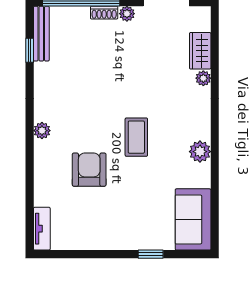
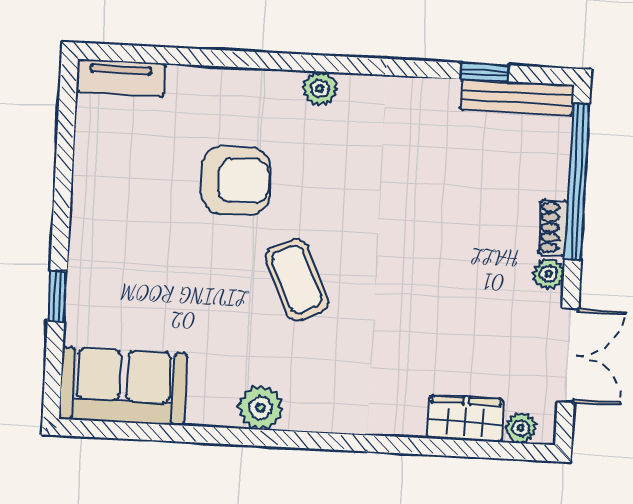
plant: (203, 78) -> (521, 428), moved
coffee table: (136, 137) -> (297, 280), turned 66

